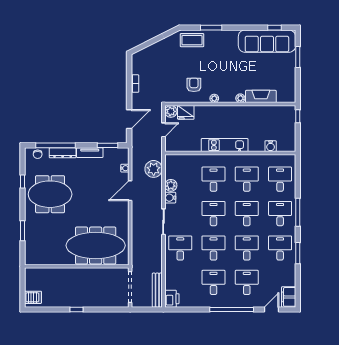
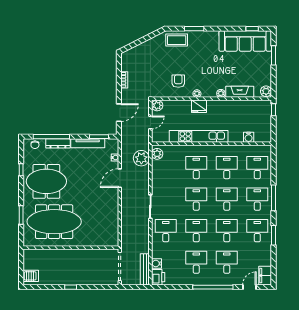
plant: (290, 96) -> (266, 91), added
fridge: (186, 112) -> (199, 106), moved
kitchen unit: (225, 145) -> (199, 136), width x1.36
tv unit: (90, 153) -> (88, 143), width x1.41
plant: (171, 185) -> (157, 154), moved
water cooler: (170, 198) -> (157, 264), moved
meeting table: (96, 245) -> (54, 222), moved

